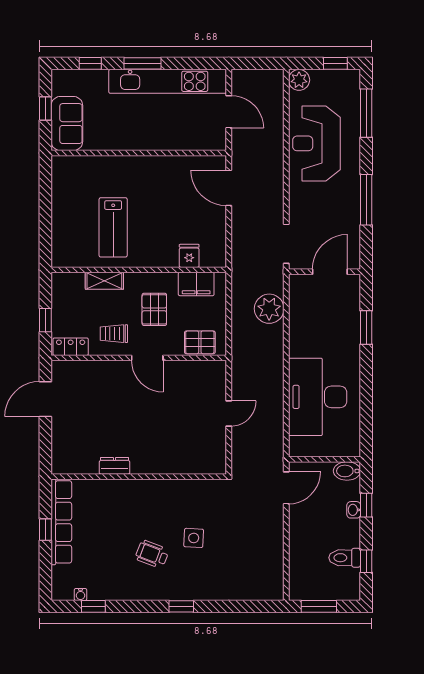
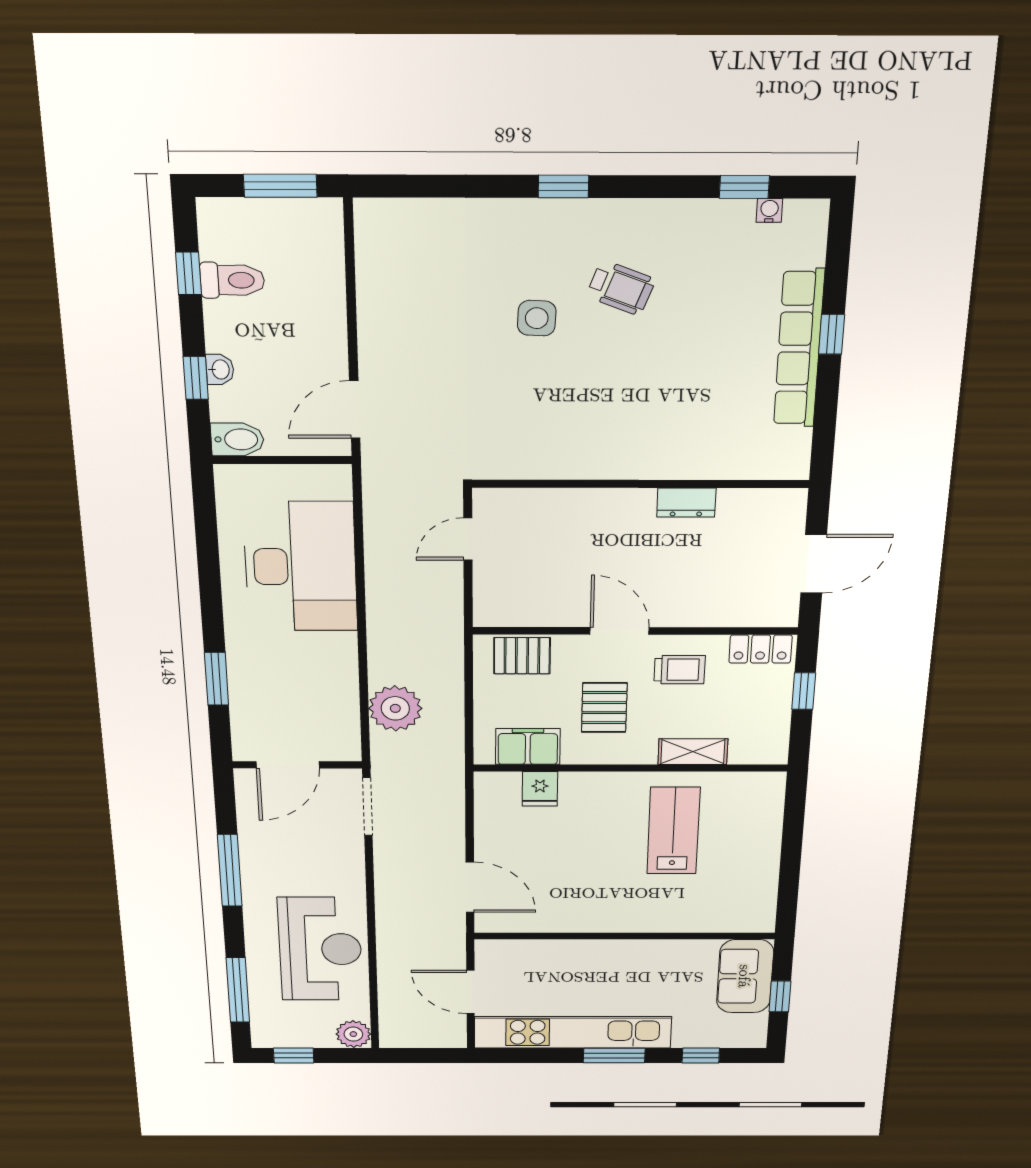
dresser: (114, 466) -> (686, 503), moved
wall: (139, 477) -> (640, 484), moved

